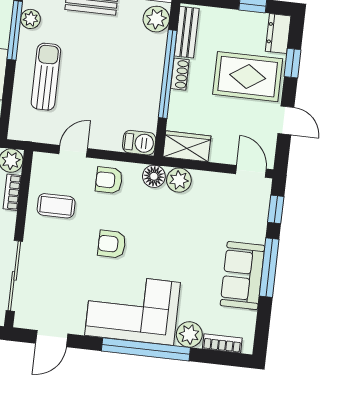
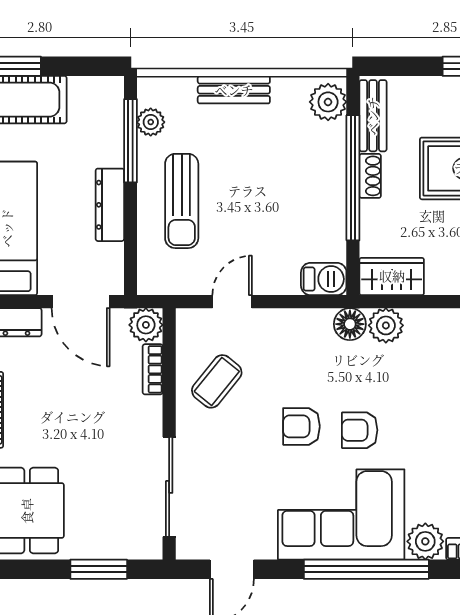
sun lounger: (46, 77) -> (182, 201), turned 180
armchair: (109, 180) -> (360, 430), moved
coffee table: (56, 206) -> (217, 381), turned -51

